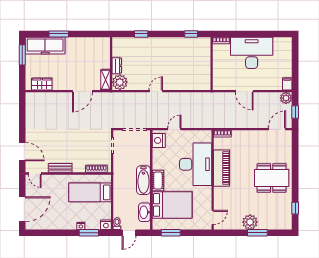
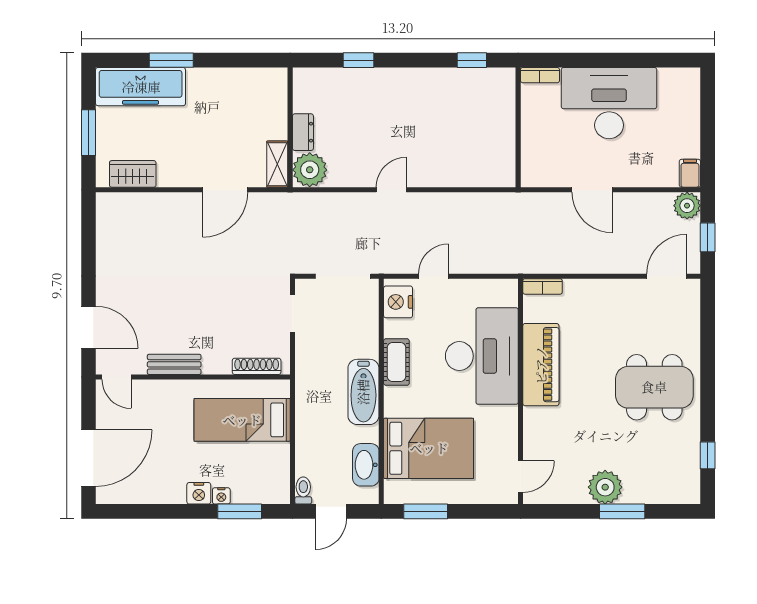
window: (22, 55) -> (89, 133), moved
cot: (158, 180) -> (396, 362), moved
nightstand: (106, 225) -> (199, 493), moved

